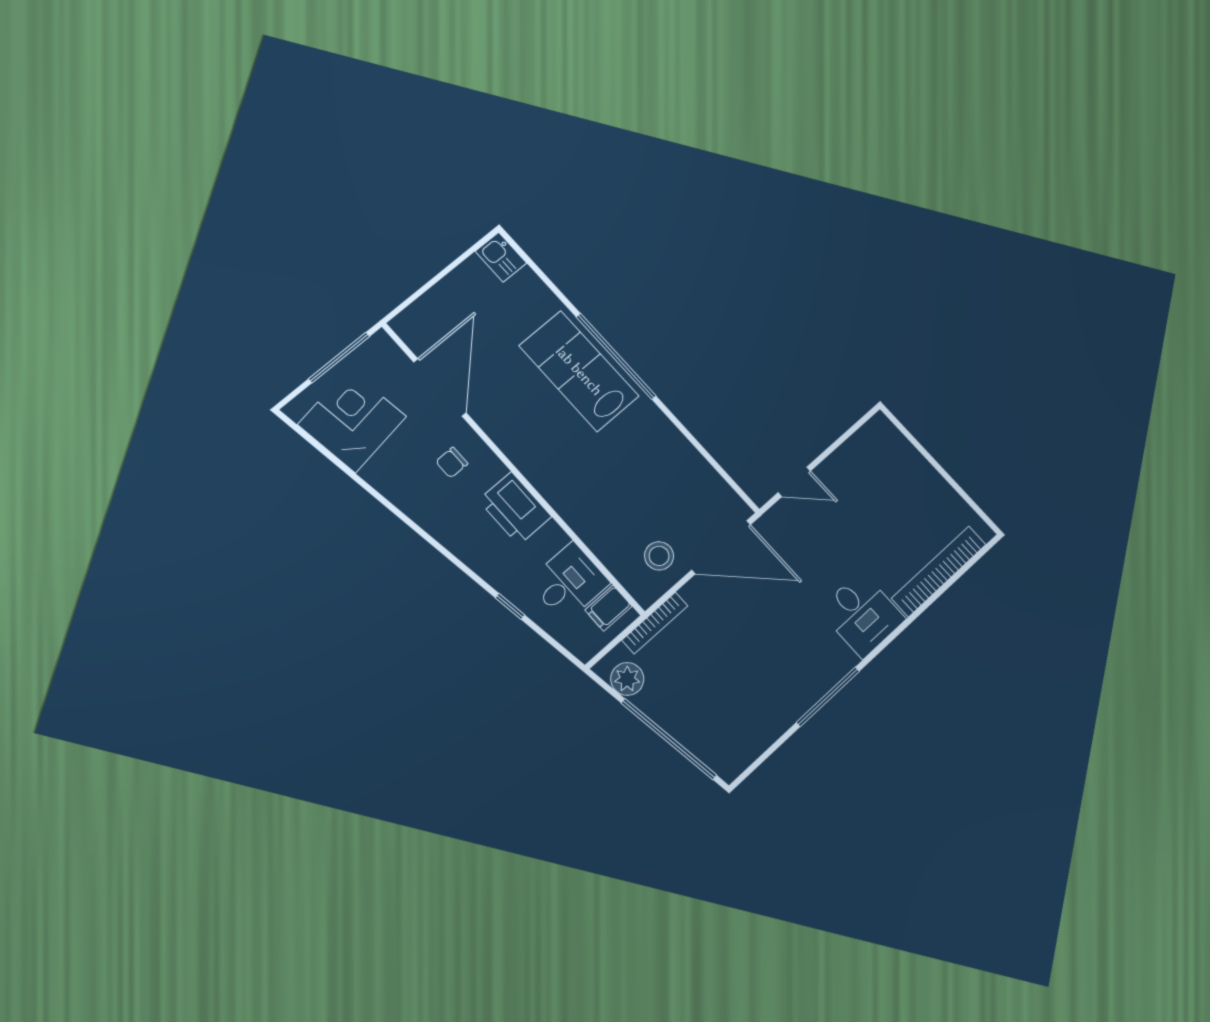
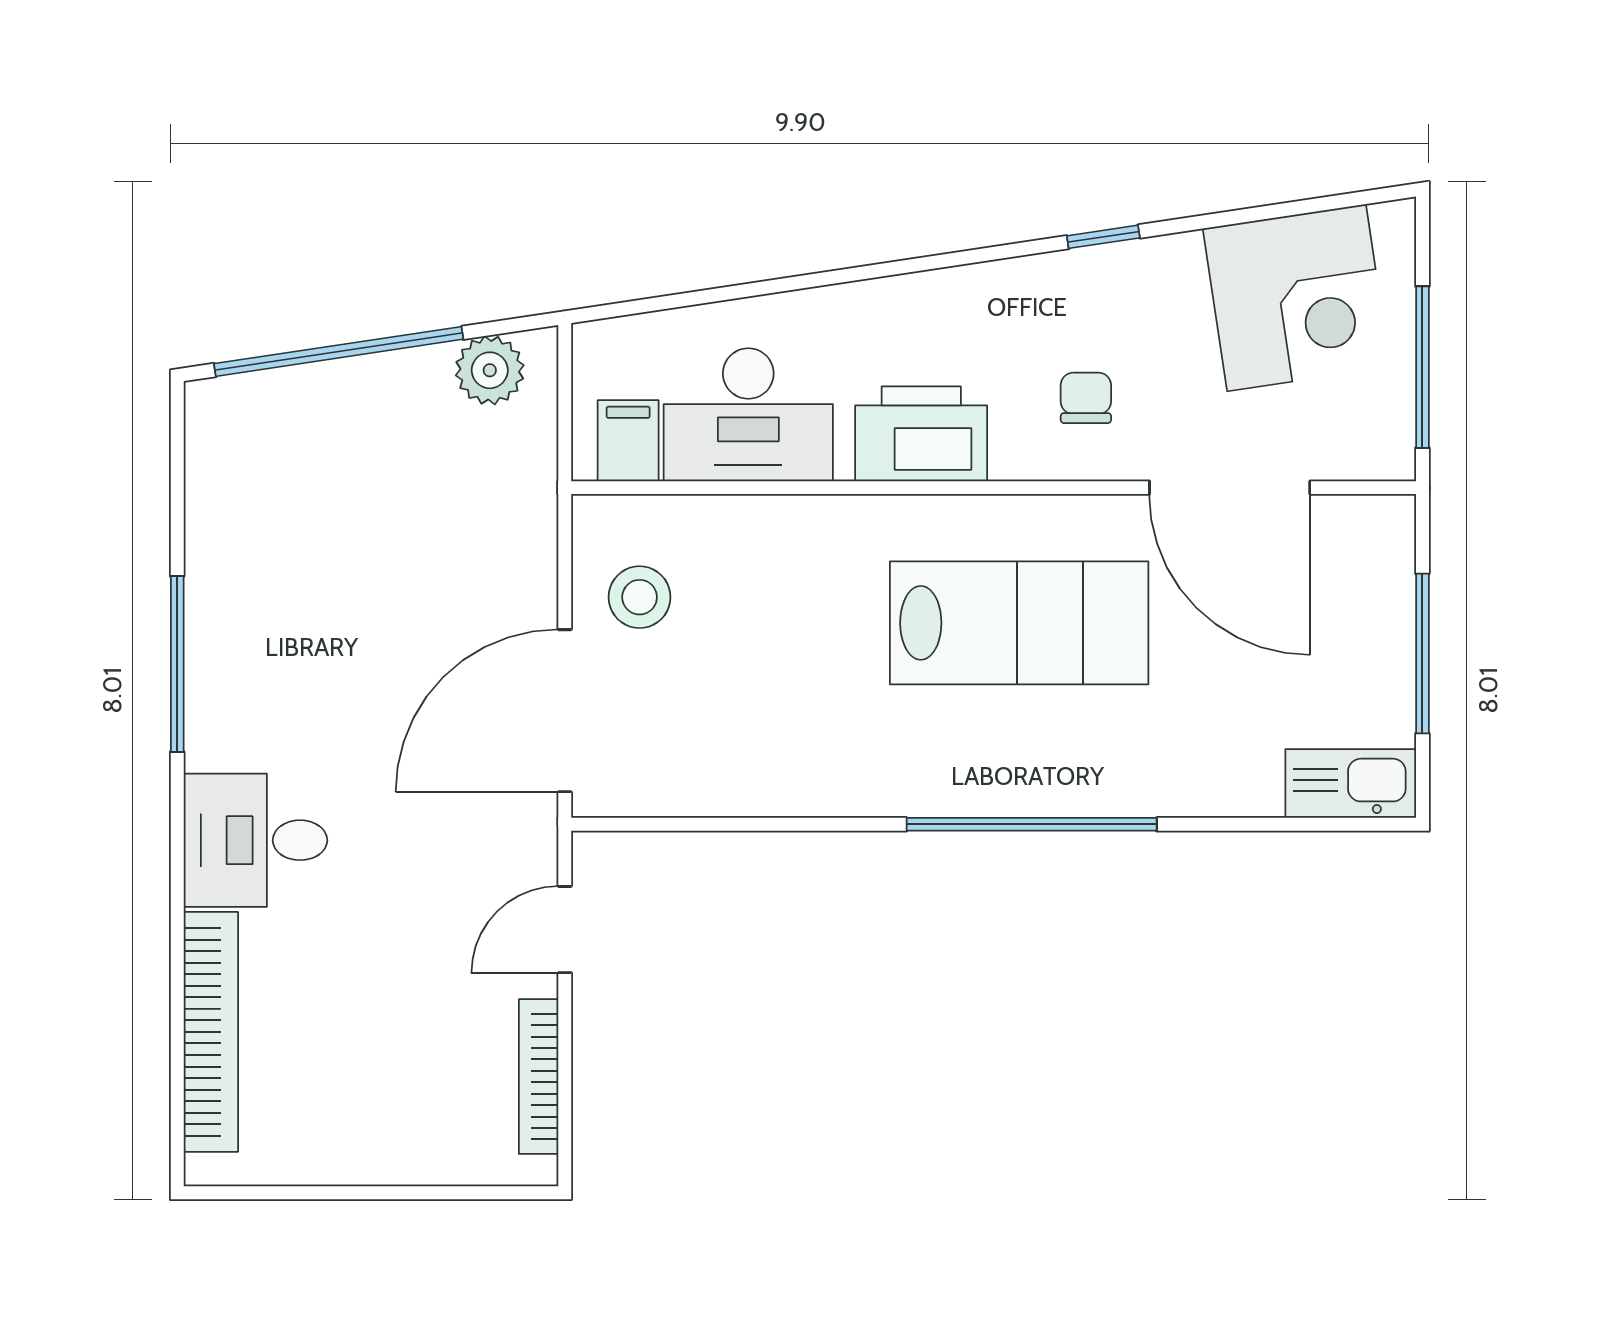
kitchen sink: (501, 257) -> (1351, 784), width x1.38
window: (440, 276) -> (1422, 654), added
lab bench: (579, 371) -> (1019, 623), moved
desk: (569, 582) -> (748, 415), width x1.37
window: (510, 606) -> (1103, 237), moved
bookcase: (655, 623) -> (539, 1077), moved

